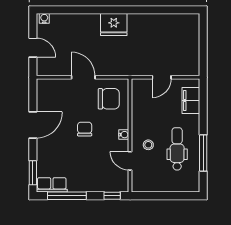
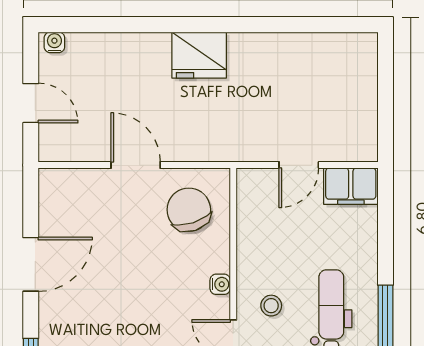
chair: (109, 99) -> (189, 210), turned -108
filing cabinet: (191, 101) -> (351, 186), moved, turned -90
chair: (85, 129) -> (139, 273), removed

